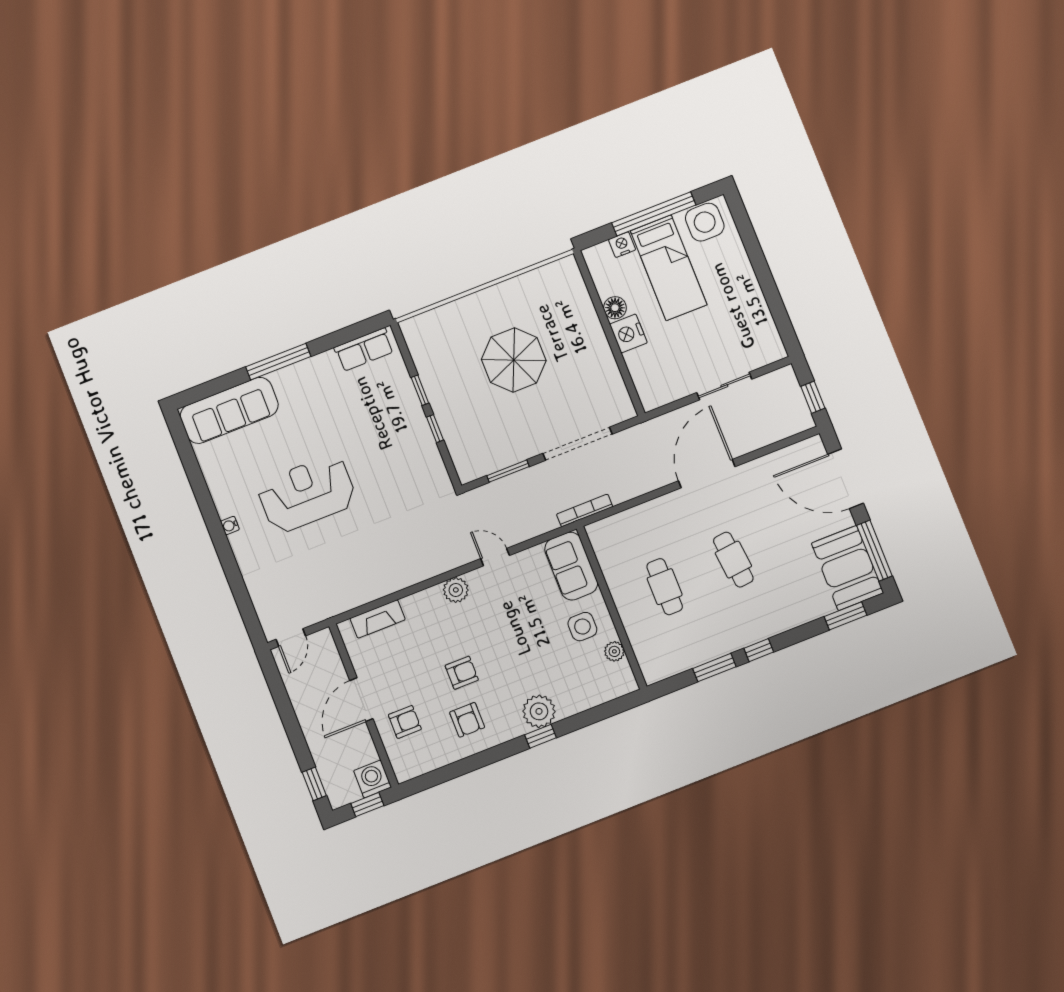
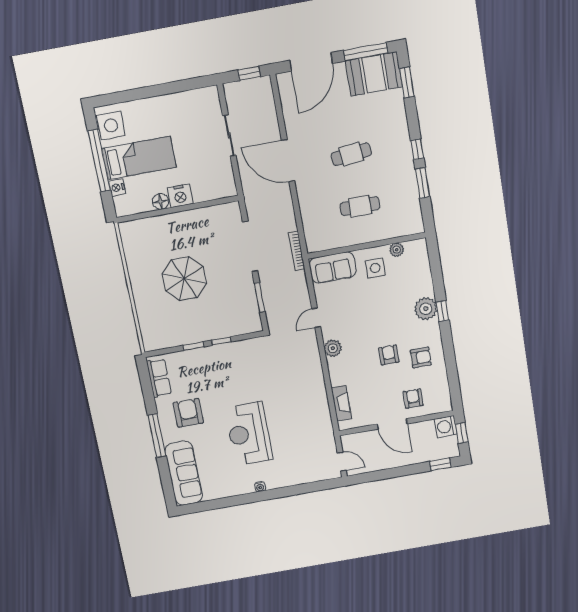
armchair: (321, 401) -> (188, 413), added

